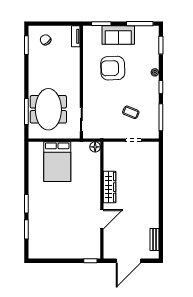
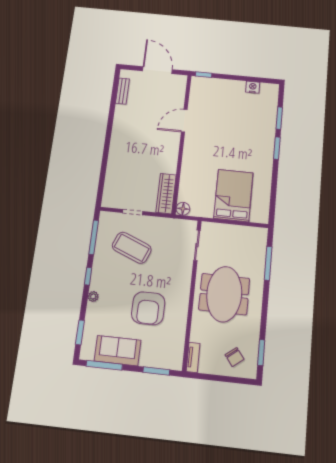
sofa: (118, 35) -> (118, 351), moved
armchair: (113, 68) -> (148, 308), turned 92
meeting table: (48, 109) -> (224, 294), moved
coffee table: (131, 112) -> (132, 248), width x1.86, depth x1.72
wardrobe: (110, 187) -> (166, 194), moved
nightstand: (50, 254) -> (253, 87), added
door: (128, 261) -> (157, 70), hinge flipped

